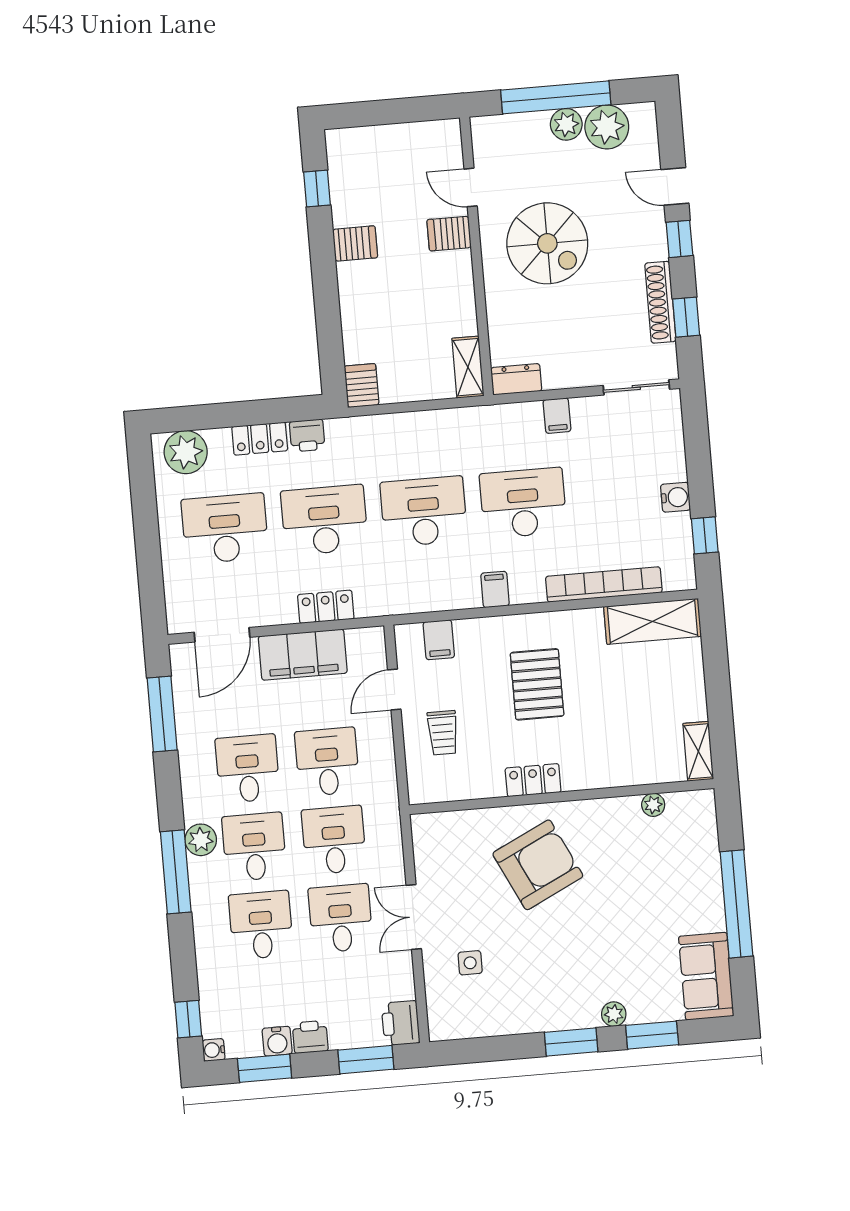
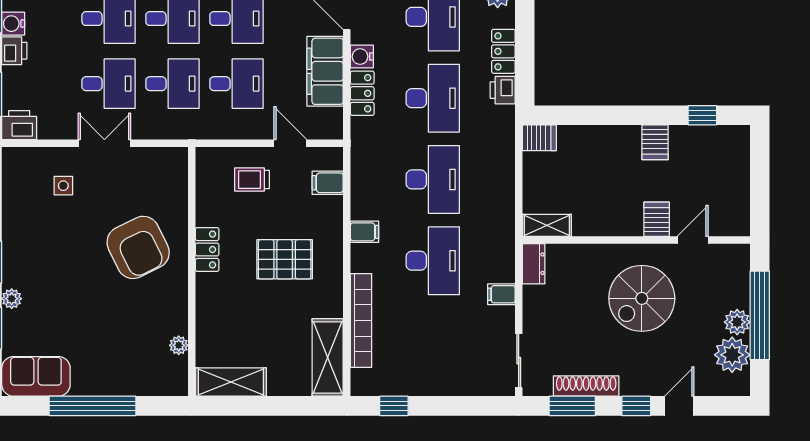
window: (686, 317) -> (572, 406), width x1.50
water cooler: (676, 497) -> (362, 57), moved, turned 90
shelving: (698, 751) -> (231, 382), width x1.50, depth x1.33

